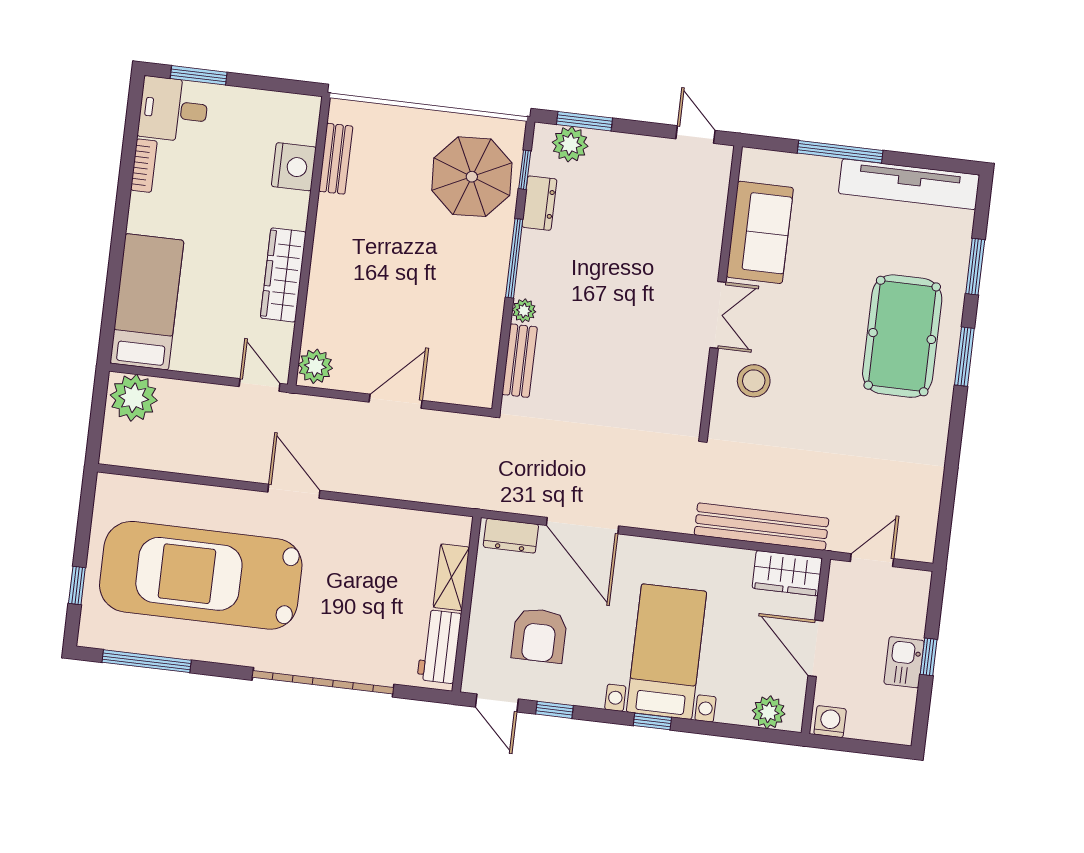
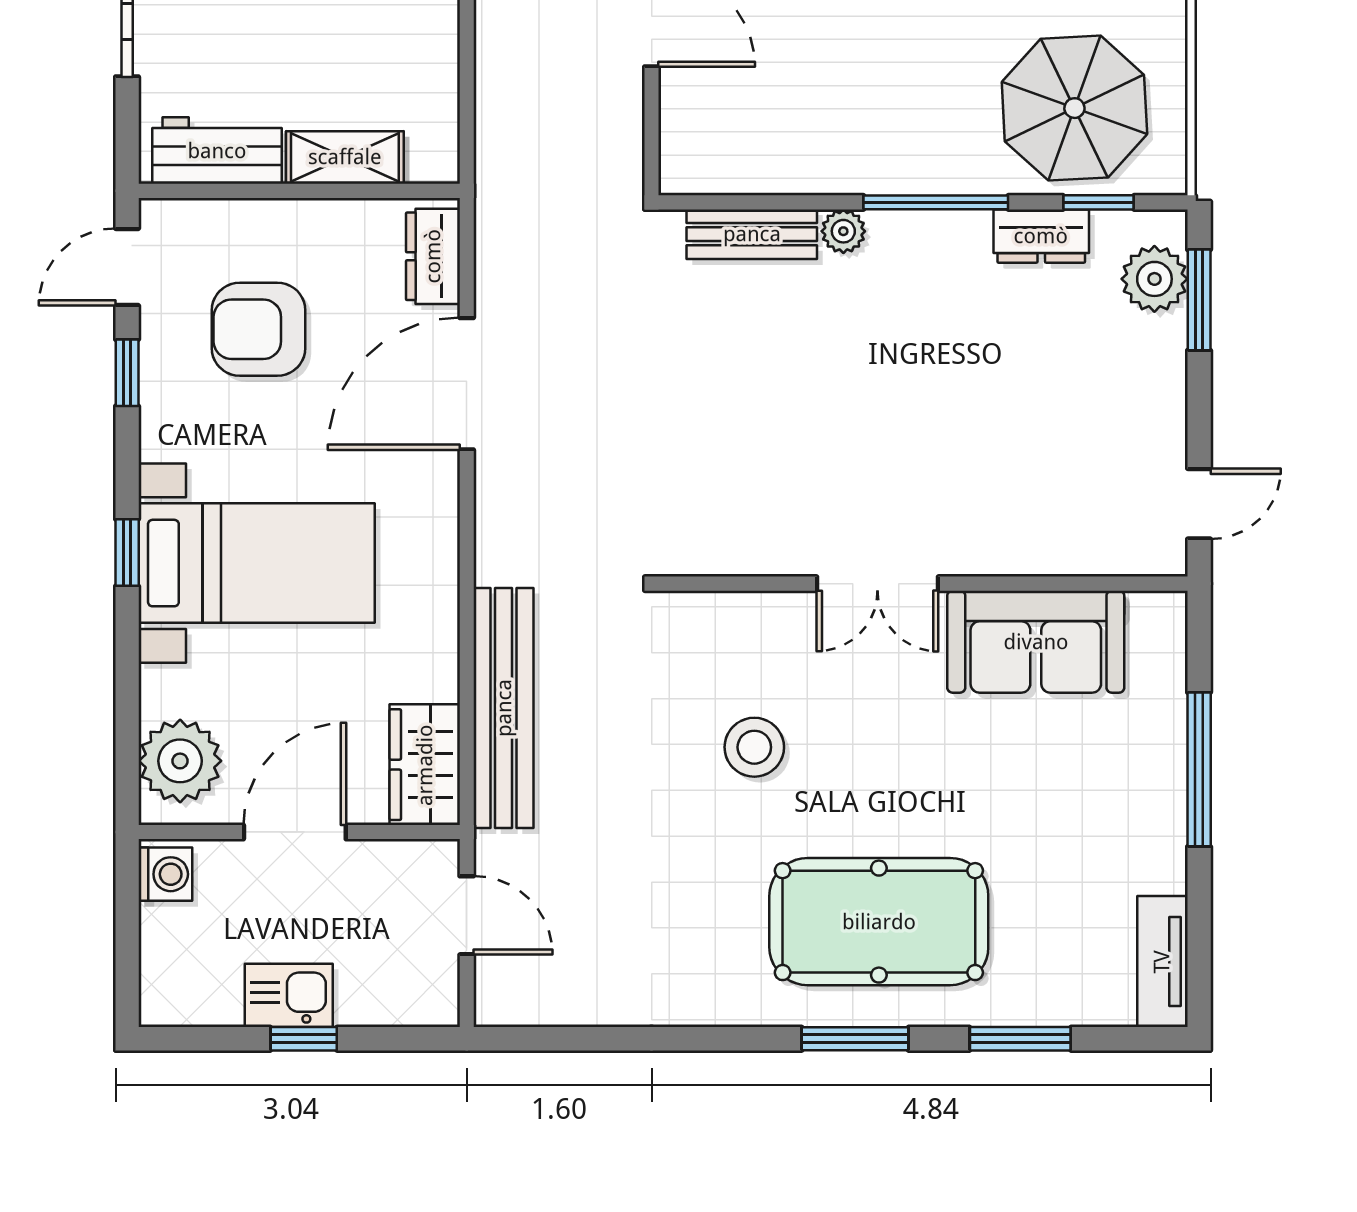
tv unit: (909, 184) -> (1162, 962), width x0.52, depth x0.78
stool: (754, 381) -> (754, 747), moved
plant: (769, 712) -> (180, 761), width x1.36, depth x1.36

